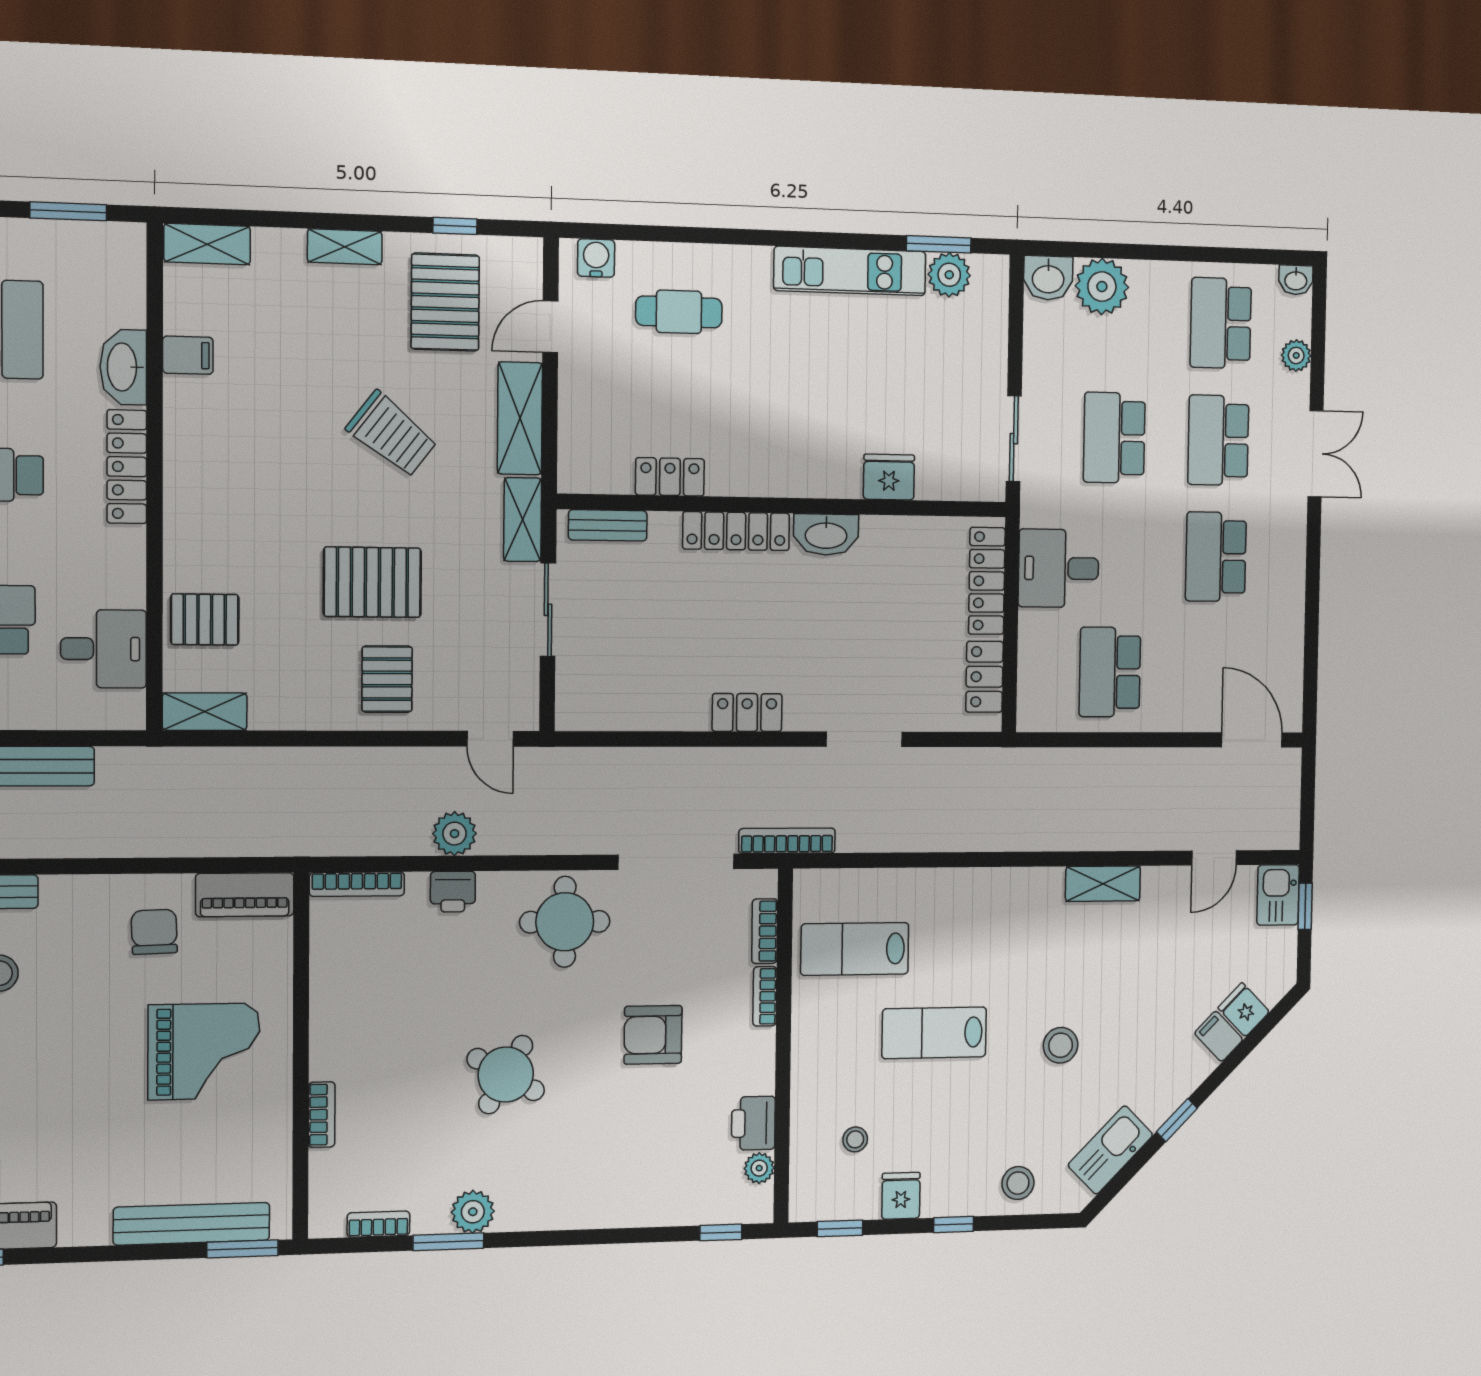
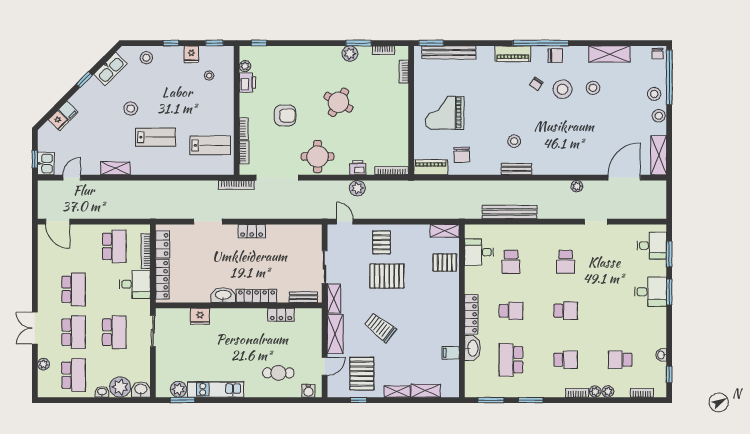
shelving: (207, 244) -> (426, 391), moved
washbasin: (1296, 280) -> (102, 392), moved
bookcase: (1029, 658) -> (146, 251), added
lab bench: (934, 1033) -> (156, 137), moved
bookcase: (322, 1115) -> (404, 72), moved

